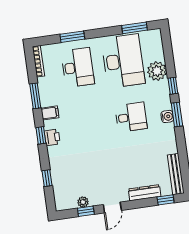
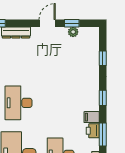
desk: (131, 117) -> (19, 103), width x1.37
printer: (52, 137) -> (93, 131), moved

